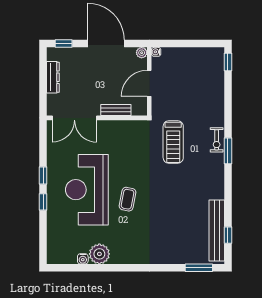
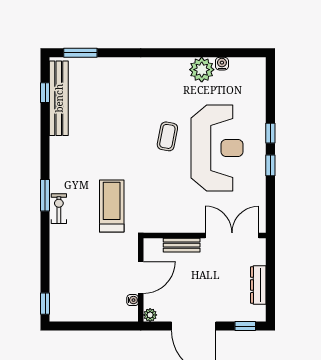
water cooler: (156, 52) -> (133, 300), moved

